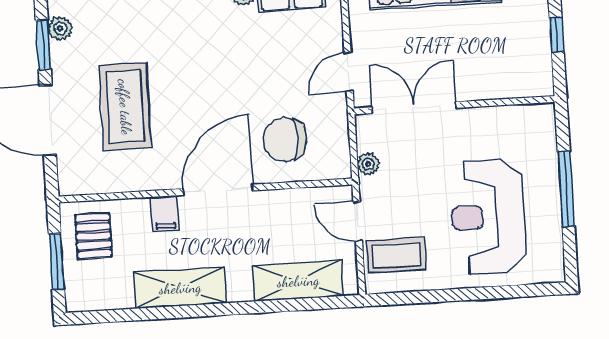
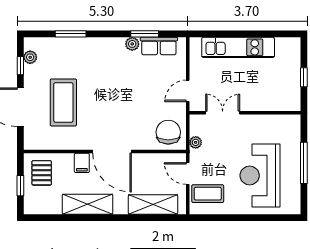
window: (43, 45) -> (20, 66), width x0.67
double door: (414, 108) -> (223, 113), width x0.73
chair: (285, 139) -> (168, 132), moved, turned 90
door: (218, 190) -> (112, 151), swing flipped
window: (56, 261) -> (20, 186), width x0.67

